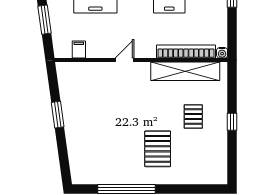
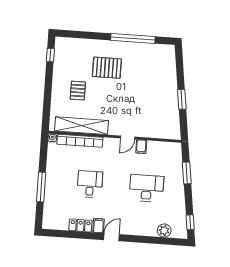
filing cabinet: (79, 49) -> (141, 147), moved
window: (232, 122) -> (50, 55), moved
pallet: (158, 149) -> (107, 68), turned 90

